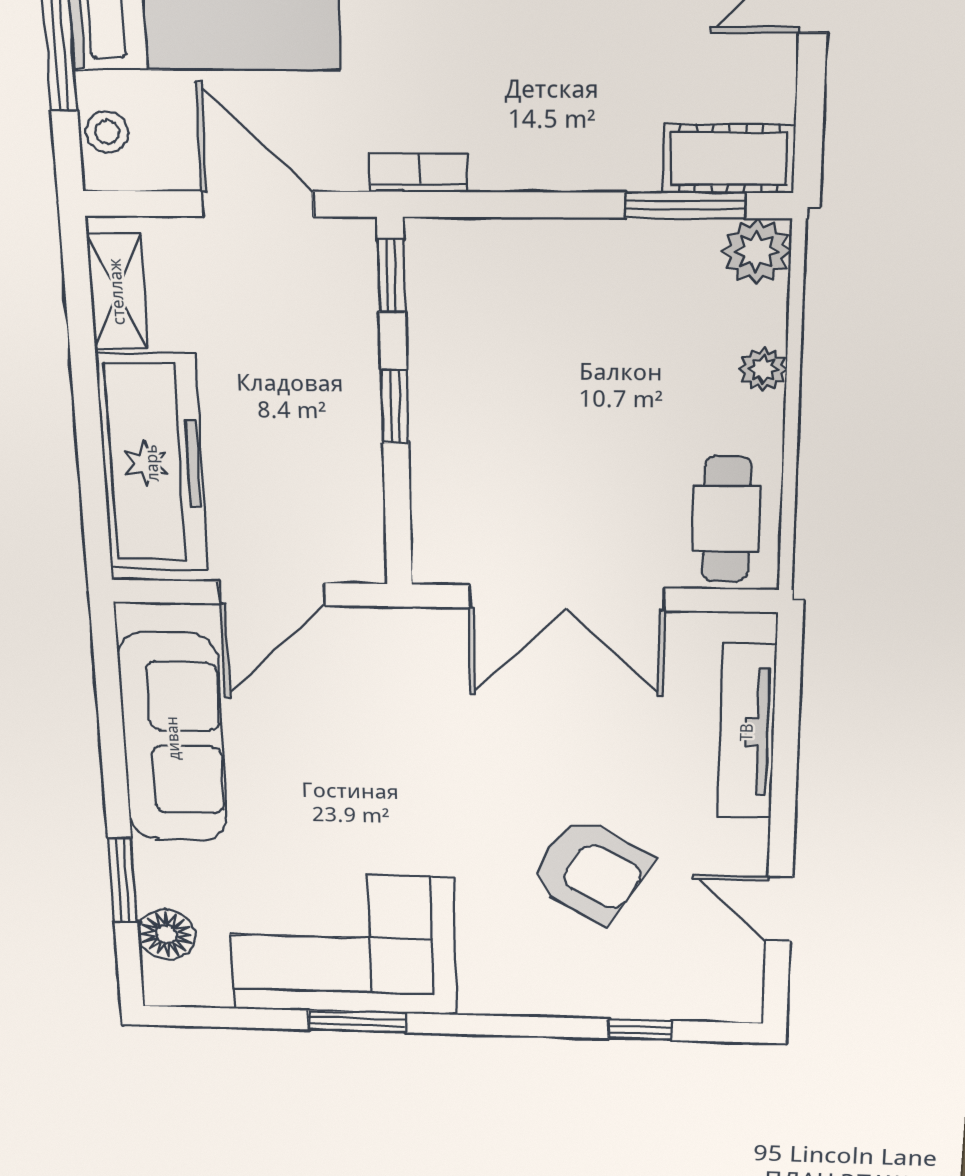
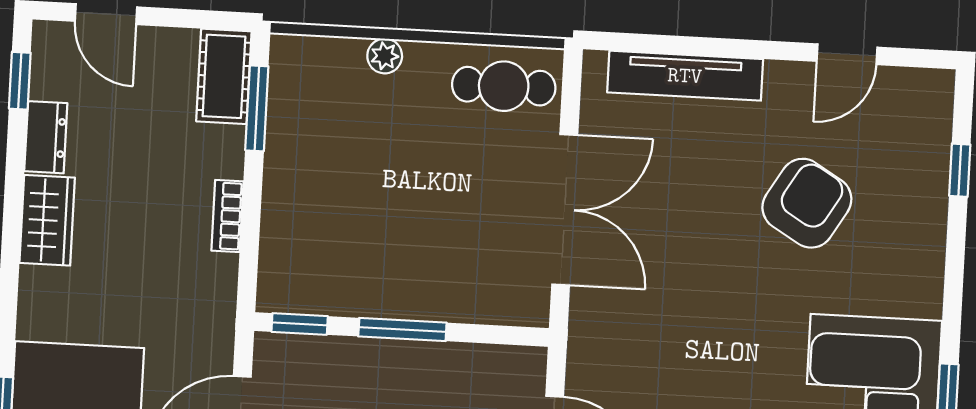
bookcase: (419, 173) -> (227, 216), moved
plant: (756, 251) -> (294, 59), removed
window: (395, 407) -> (402, 330), width x1.50

